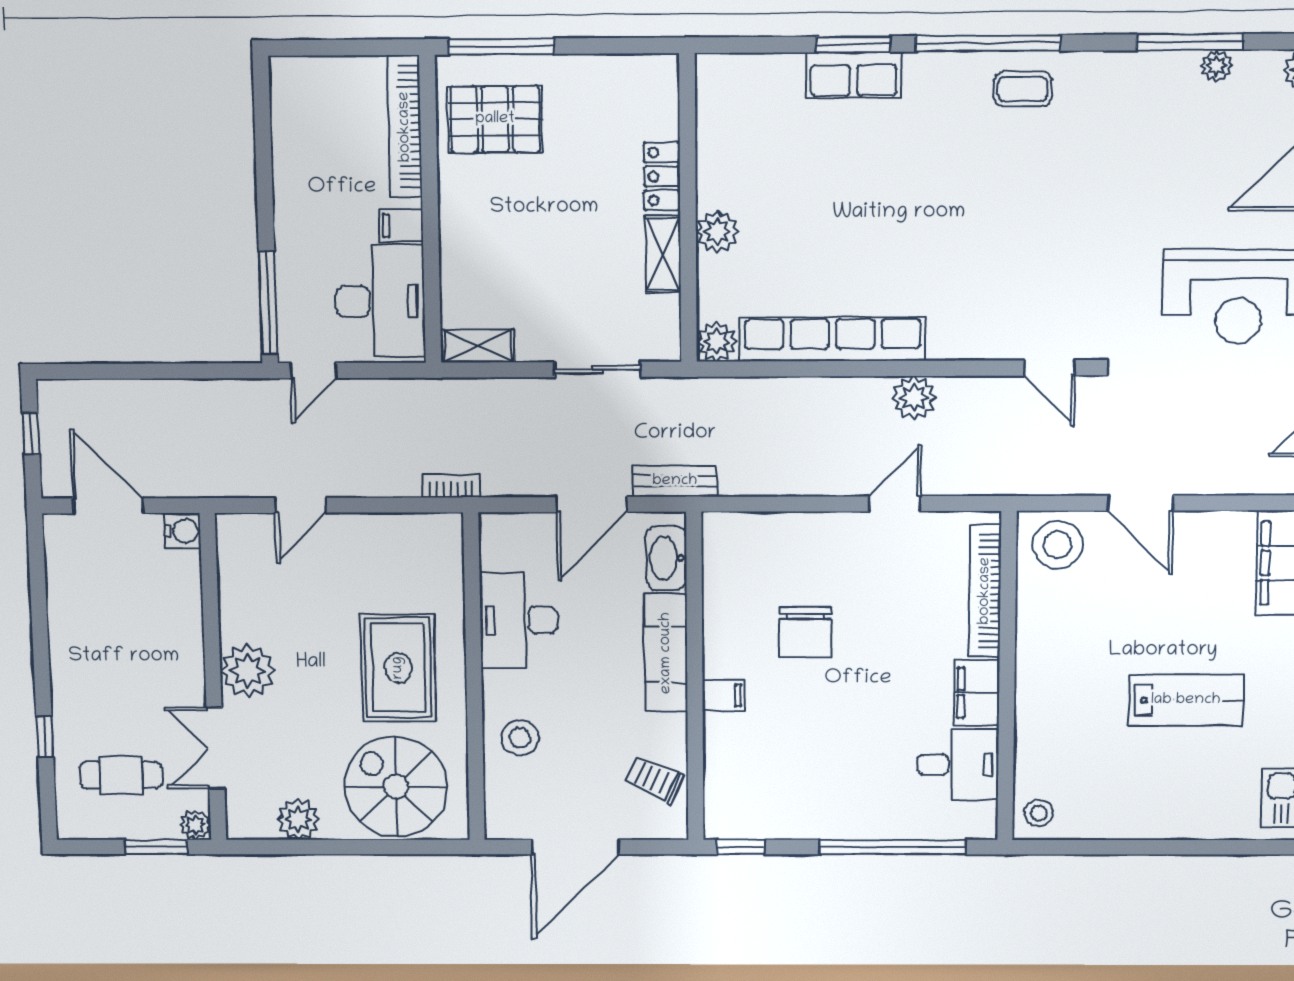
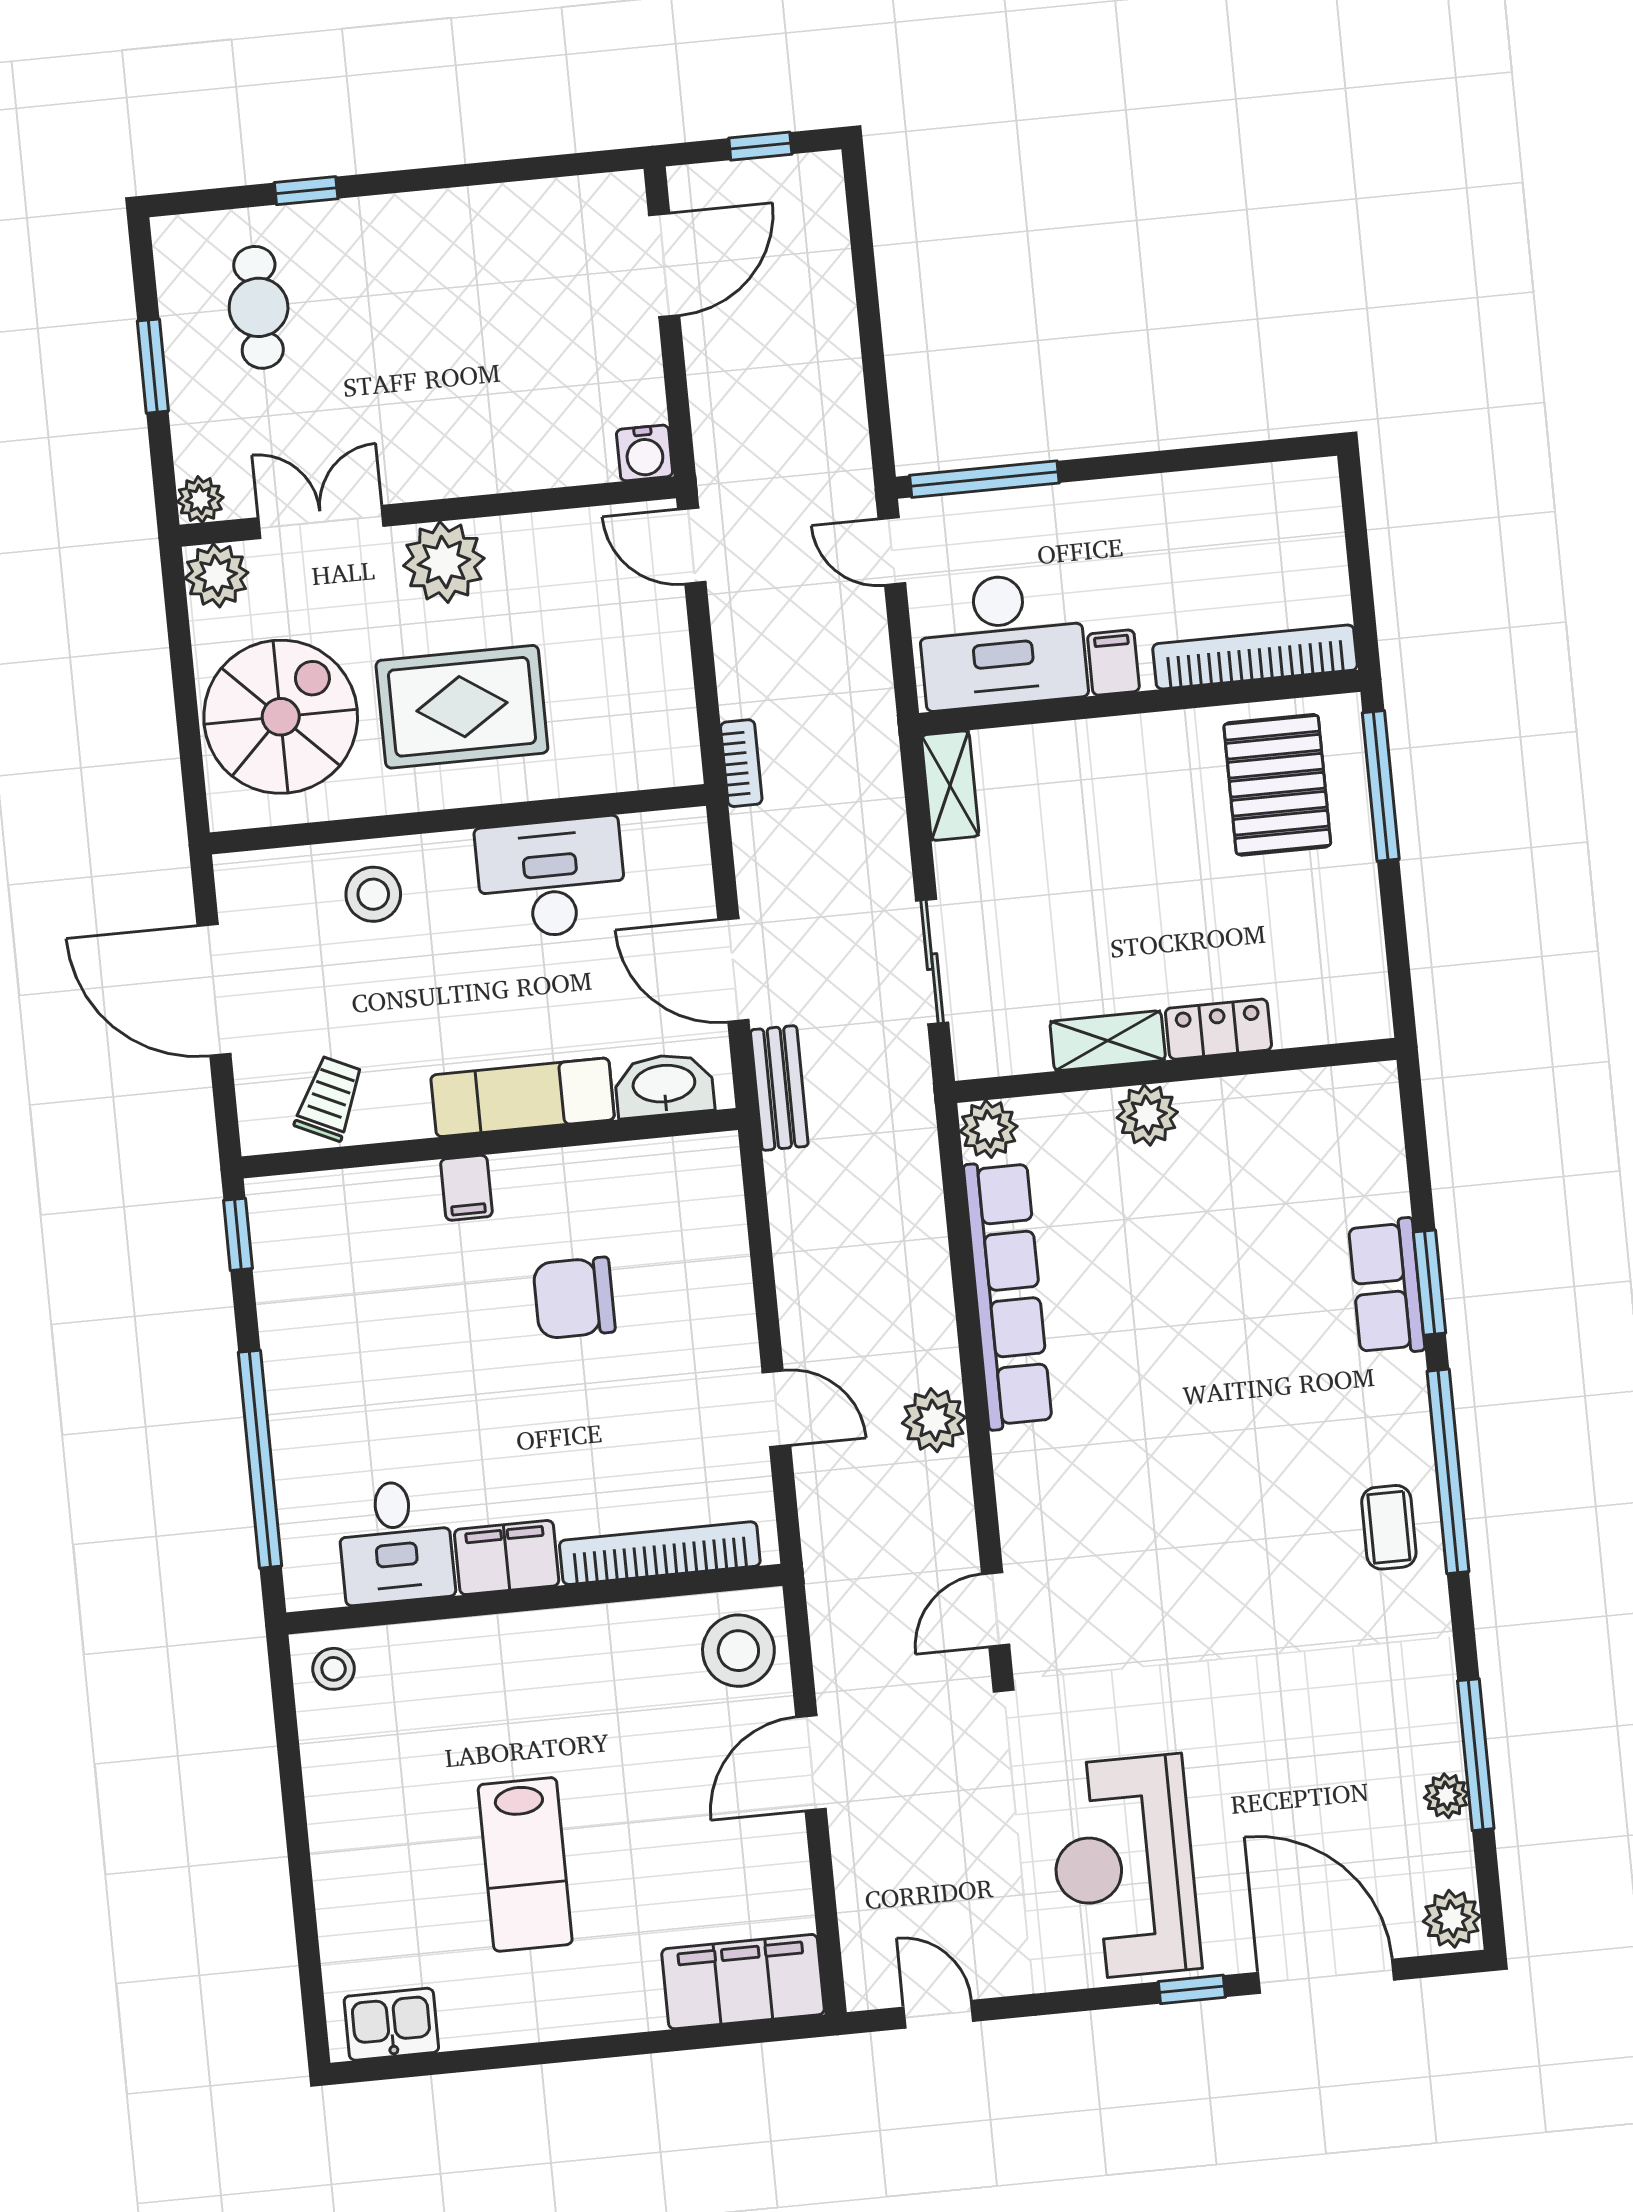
water cooler: (183, 531) -> (645, 453), moved
plant: (248, 671) -> (444, 562), moved
wall: (213, 678) -> (428, 512), moved
double door: (215, 748) -> (321, 522), moved
plant: (195, 825) -> (200, 500), moved

